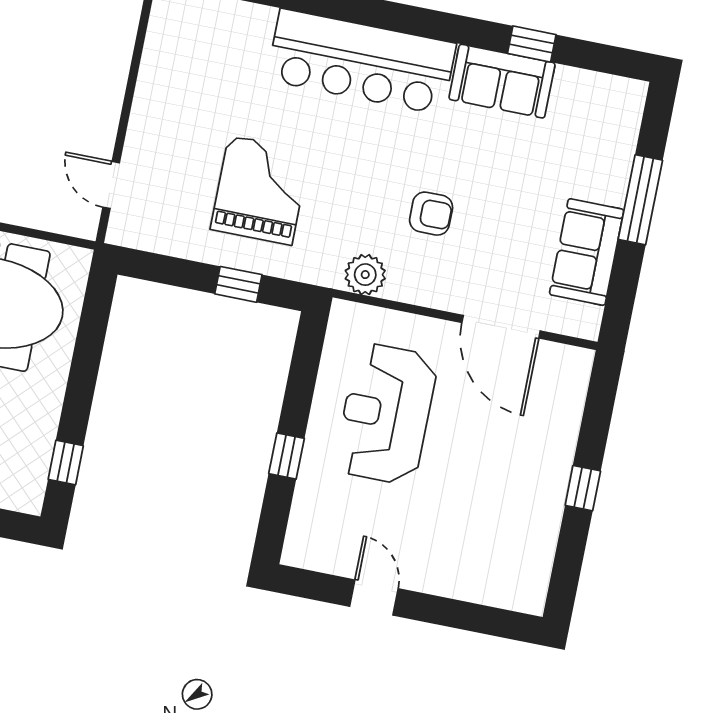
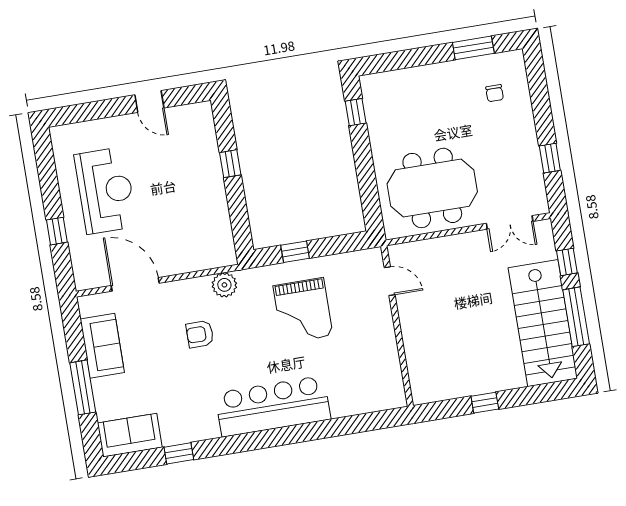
sofa: (502, 81) -> (130, 435), moved
reception desk: (386, 414) -> (106, 191), moved
window: (583, 488) -> (57, 231), moved

